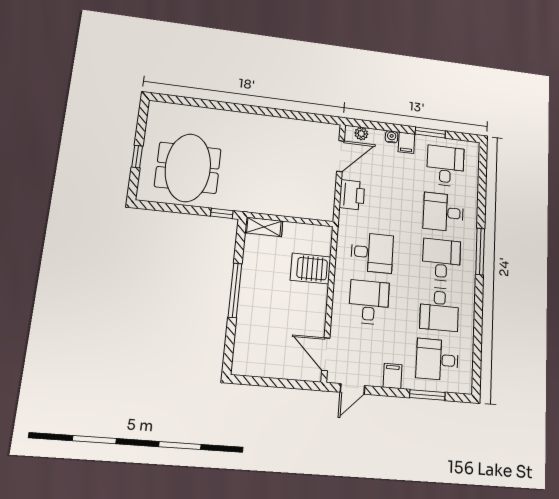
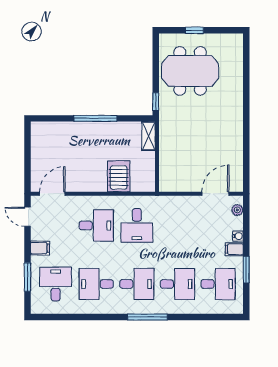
door: (341, 156) -> (215, 194), swing flipped
printer: (352, 195) -> (183, 206), removed
desk: (443, 212) -> (177, 284), turned 90

